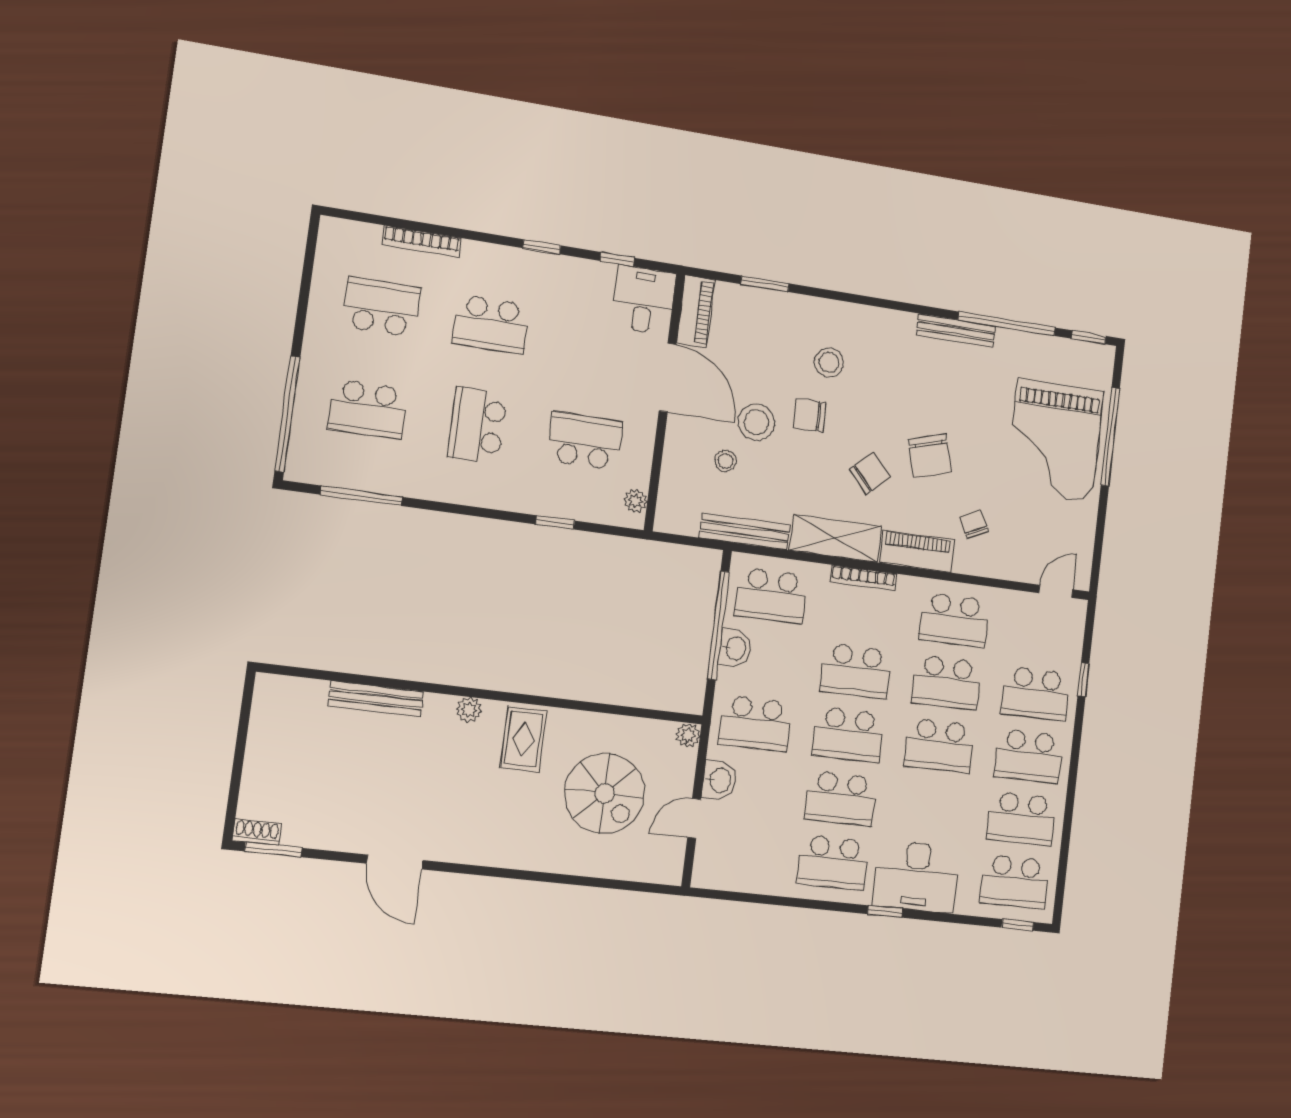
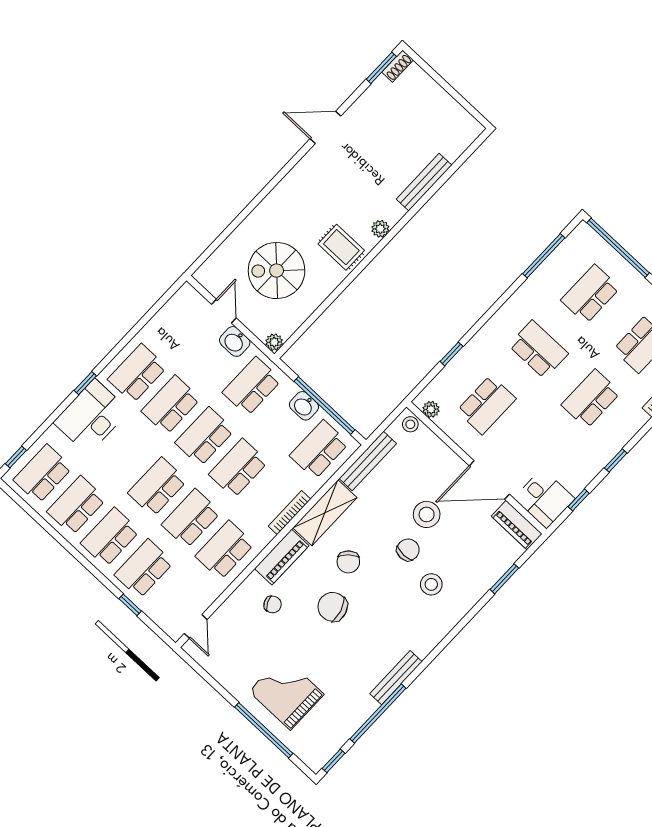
grand piano: (1055, 440) -> (286, 693), width x0.73, depth x0.68
stool: (726, 461) -> (410, 424), moved

